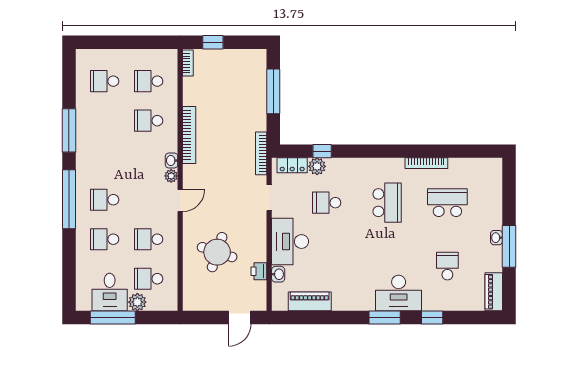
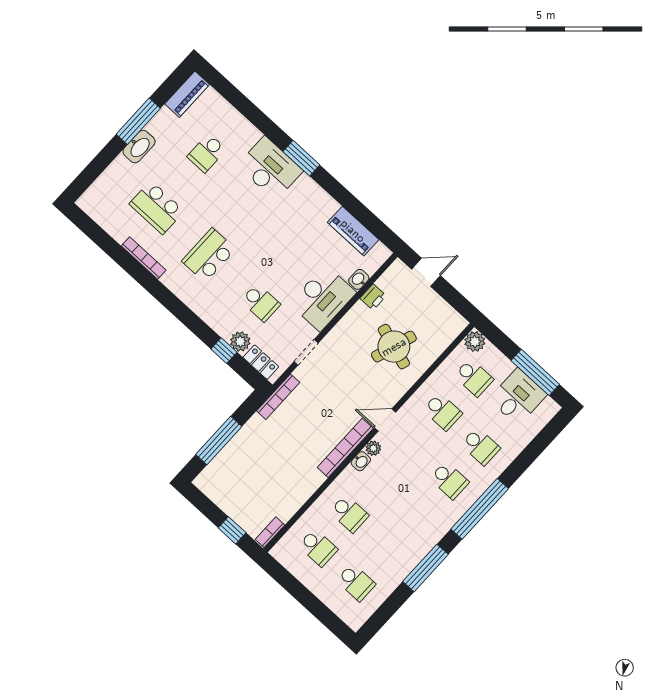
bookcase: (189, 135) -> (345, 448), moved
washbasin: (497, 238) -> (139, 147), width x1.91, depth x1.45
plant: (137, 302) -> (475, 342), moved
window: (432, 318) -> (261, 121), removed

